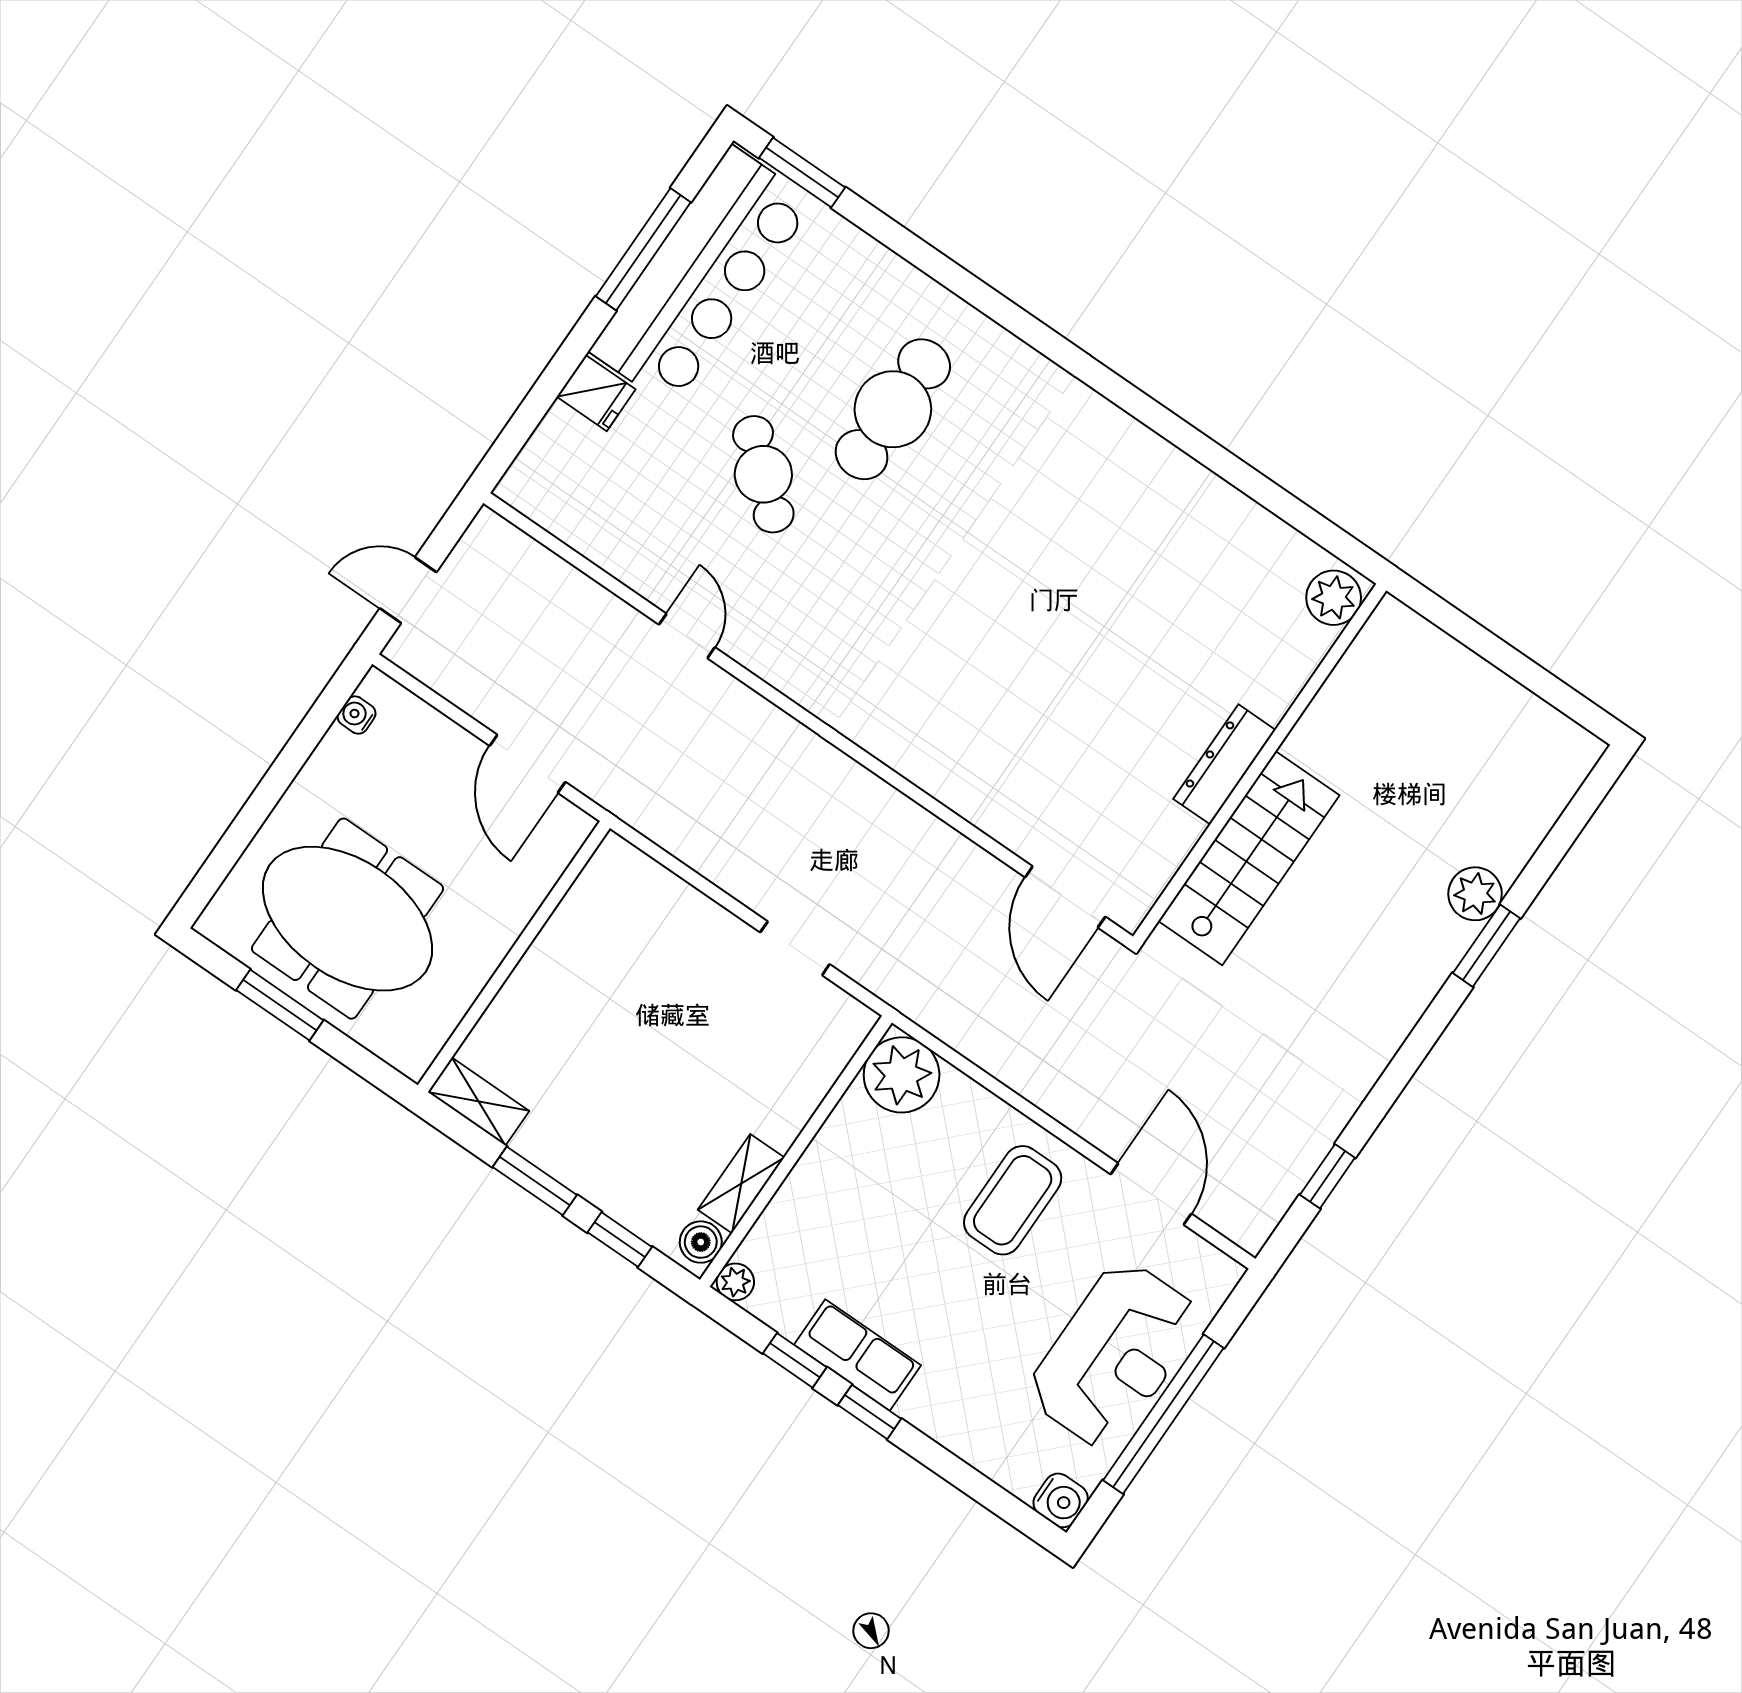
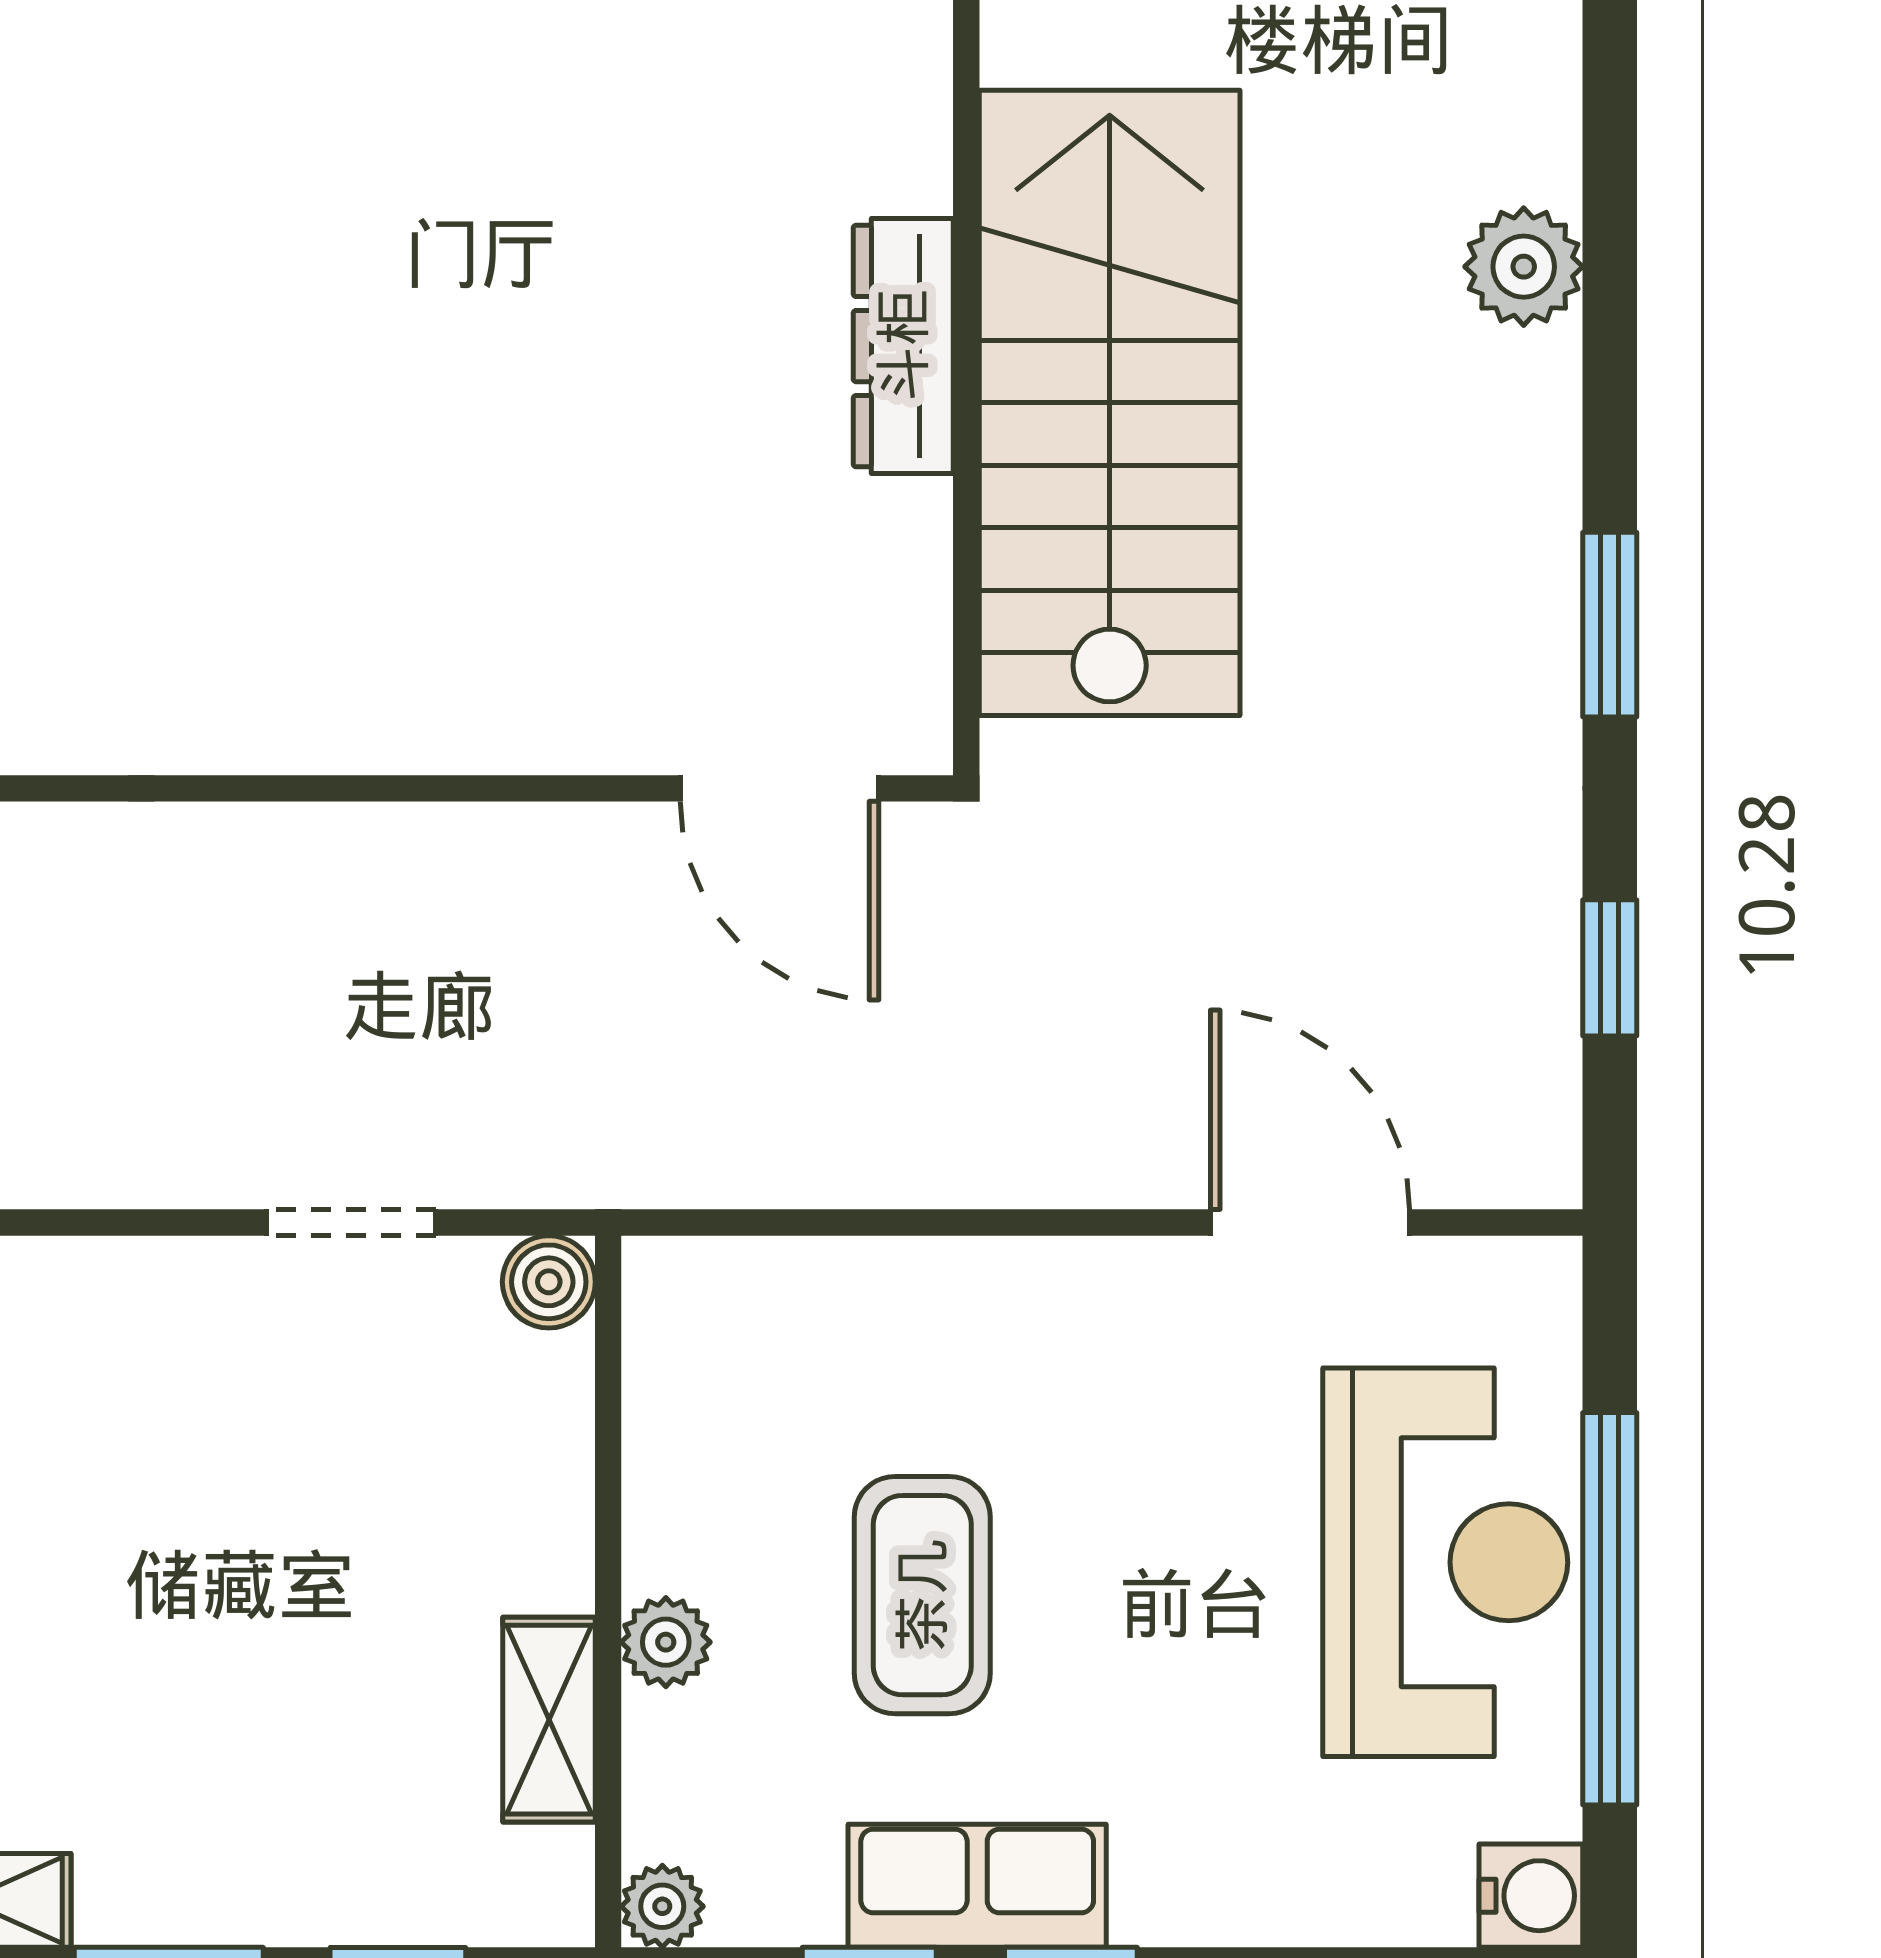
stairs: (1249, 858) -> (1110, 403), width x1.36, depth x1.51
window: (1487, 946) -> (1610, 625), moved
plant: (902, 1075) -> (666, 1642), moved, width x0.53, depth x0.53
coffee table: (1013, 1200) -> (922, 1595), moved
boiler: (701, 1242) -> (549, 1282), moved

